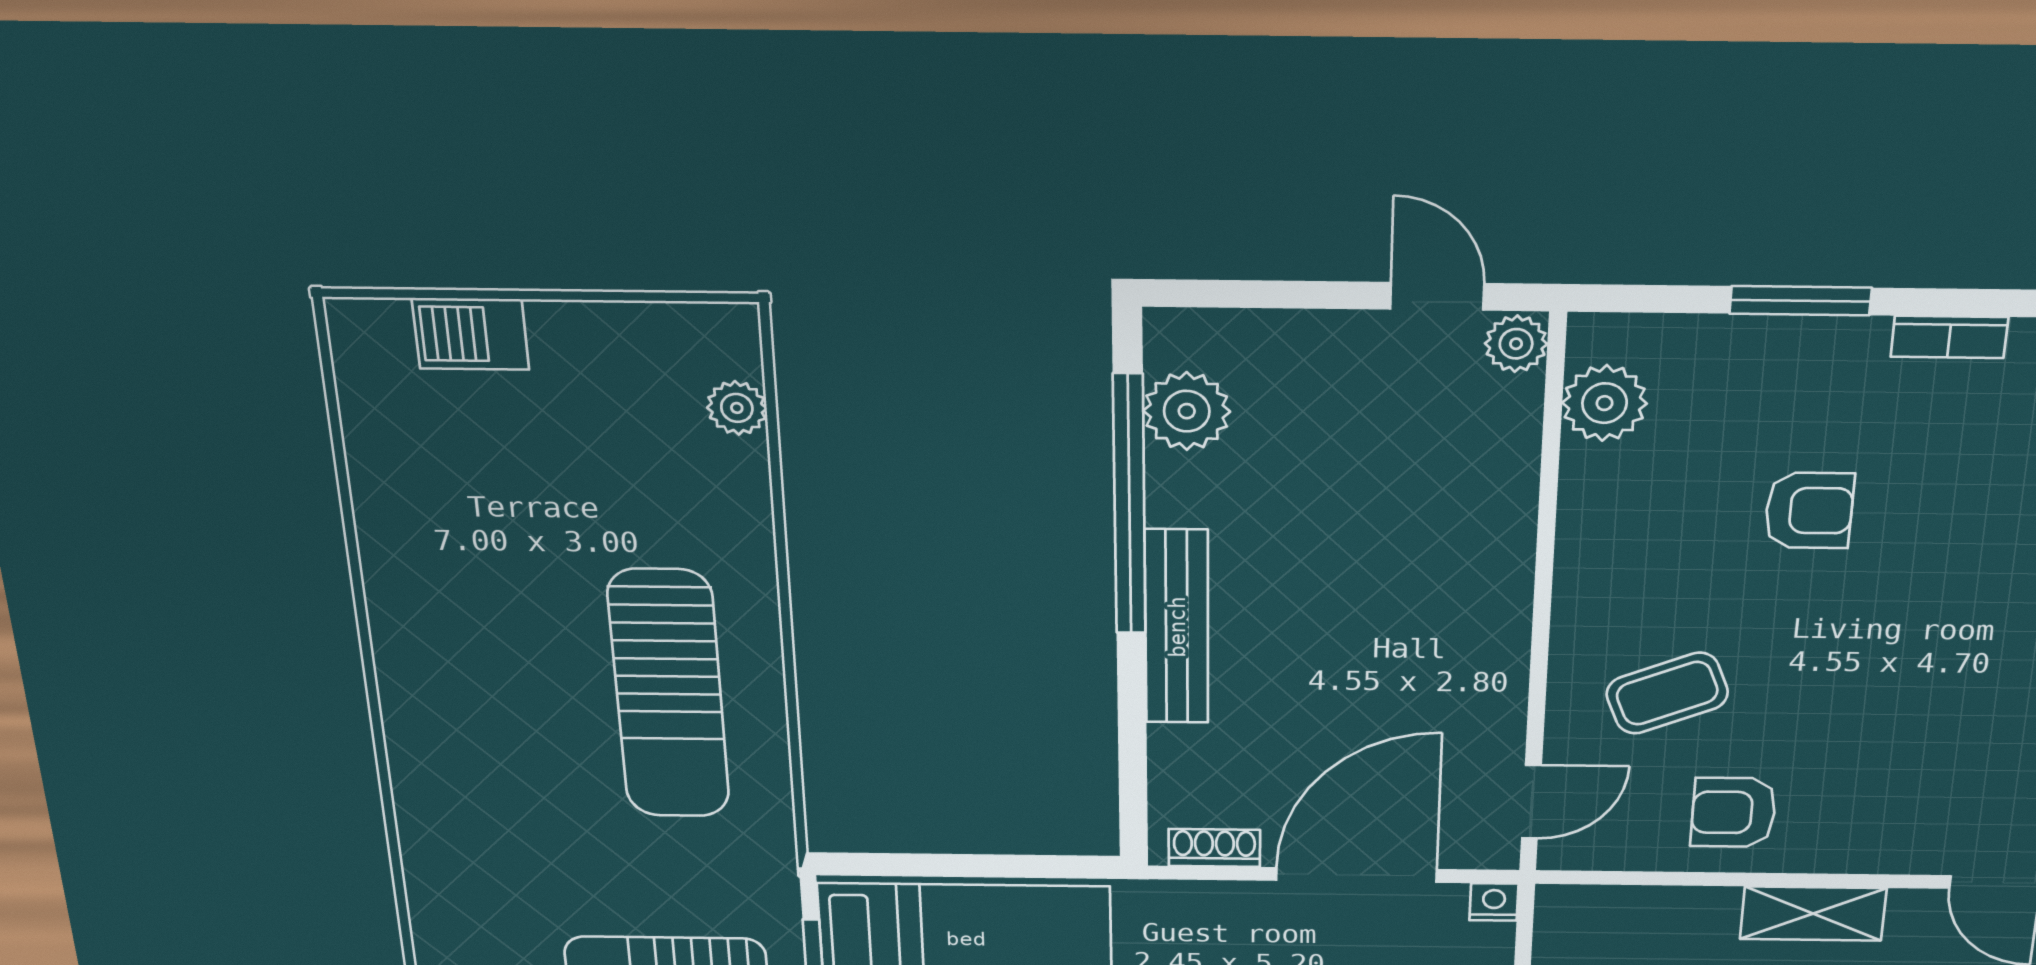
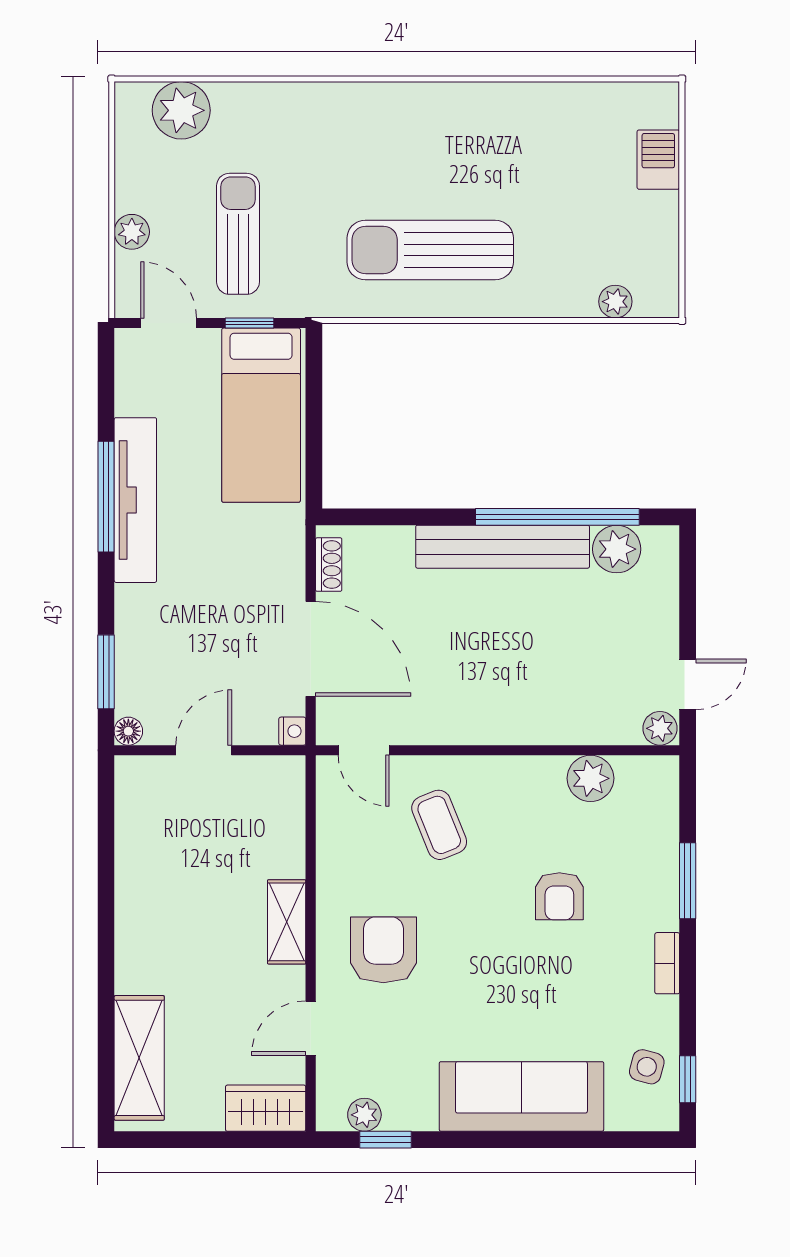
plant: (1605, 403) -> (590, 778), moved
bench: (1177, 627) -> (503, 547), width x1.37, depth x1.21
armchair: (1733, 812) -> (383, 950), moved, width x1.38, depth x1.38

